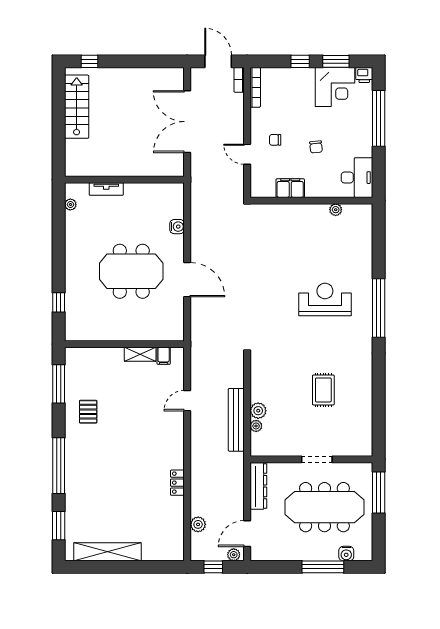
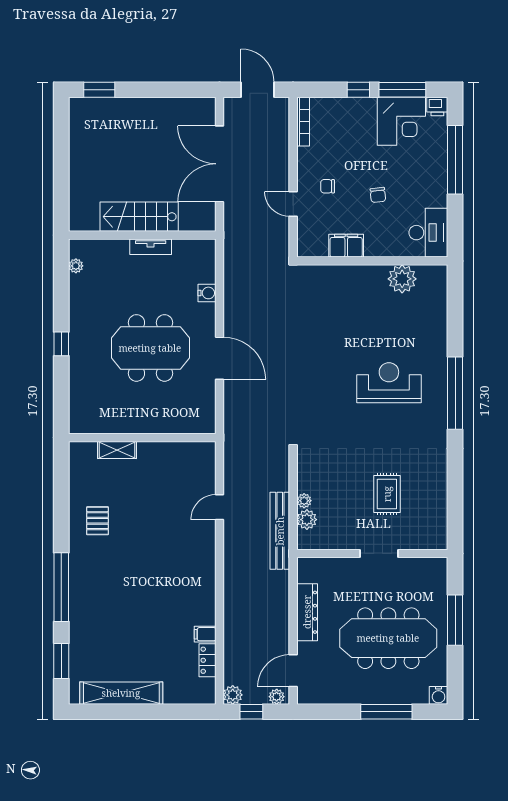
window: (90, 61) -> (99, 90), width x1.50
window: (336, 61) -> (402, 90), width x1.44
bookcase: (239, 80) -> (283, 112), removed
stairs: (77, 107) -> (139, 217), moved, turned -90
tv unit: (106, 189) -> (151, 247), moved
plant: (336, 210) -> (402, 279), width x1.87, depth x1.87
window: (59, 302) -> (61, 344), moved
shelving: (140, 354) -> (117, 450), moved
filing cabinet: (164, 356) -> (205, 634), moved, turned 90
window: (59, 384) -> (61, 486), removed
plant: (256, 426) -> (304, 501), moved
wall: (311, 459) -> (372, 554), moved
doorway: (317, 459) -> (379, 554), moved
locker: (177, 483) -> (207, 660), moved
plant: (198, 524) -> (233, 695), moved
water cooler: (346, 554) -> (439, 695), moved

